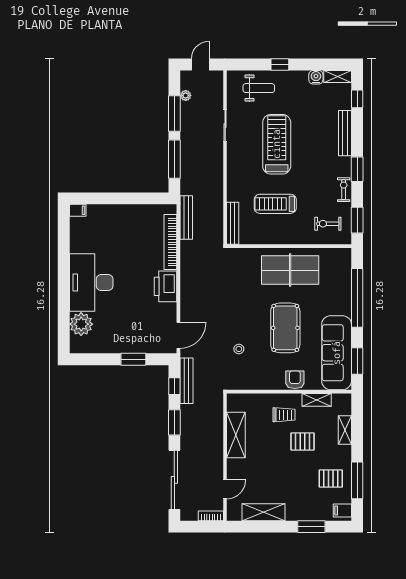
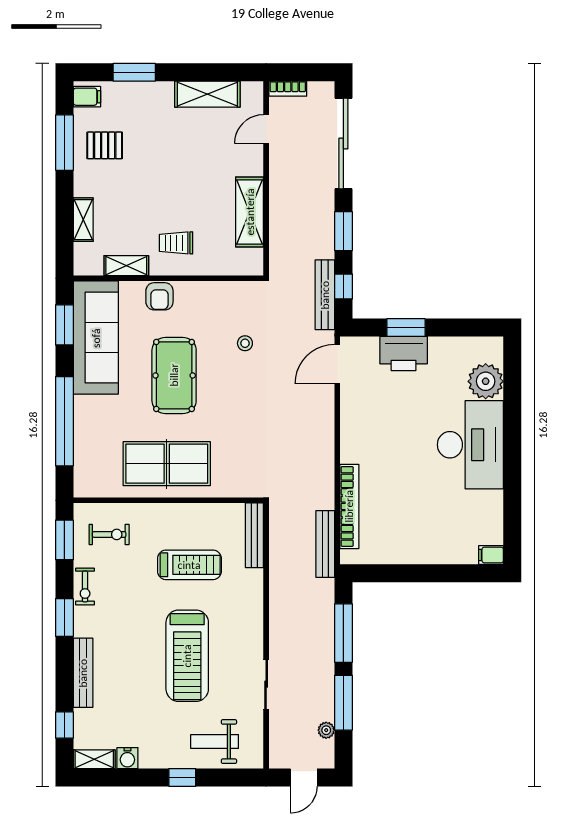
printer: (166, 286) -> (404, 354), moved, turned 90
pallet: (302, 441) -> (148, 202), removed

